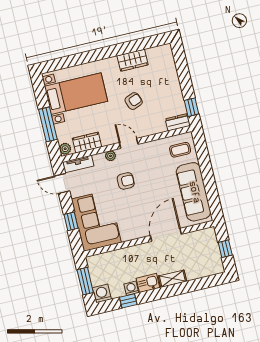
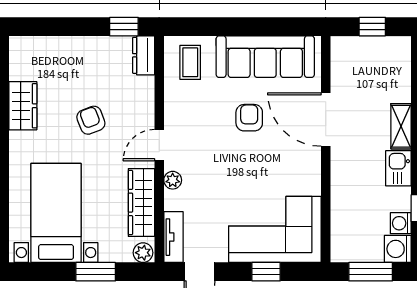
window: (48, 124) -> (96, 272), width x0.69
wardrobe: (87, 143) -> (141, 203), width x1.50
armchair: (126, 181) -> (249, 118), moved
washing machine: (131, 288) -> (401, 223), moved

